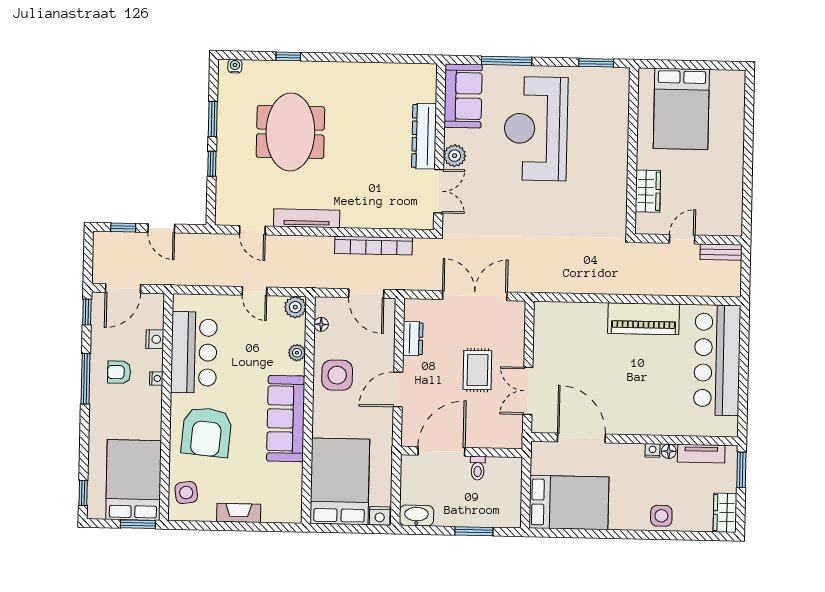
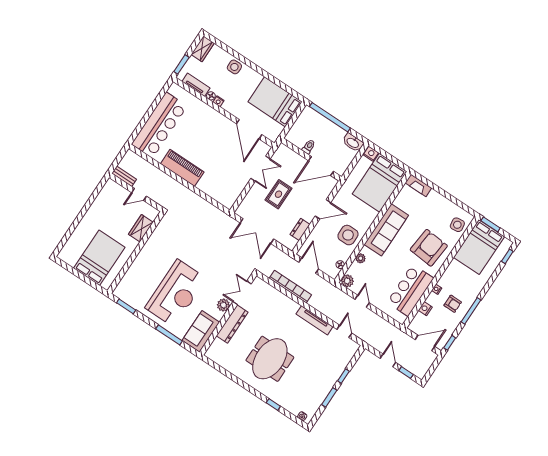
meeting table: (290, 132) -> (270, 359), moved
fireplace: (239, 513) -> (418, 185), moved
window: (474, 531) -> (330, 117), width x2.11

